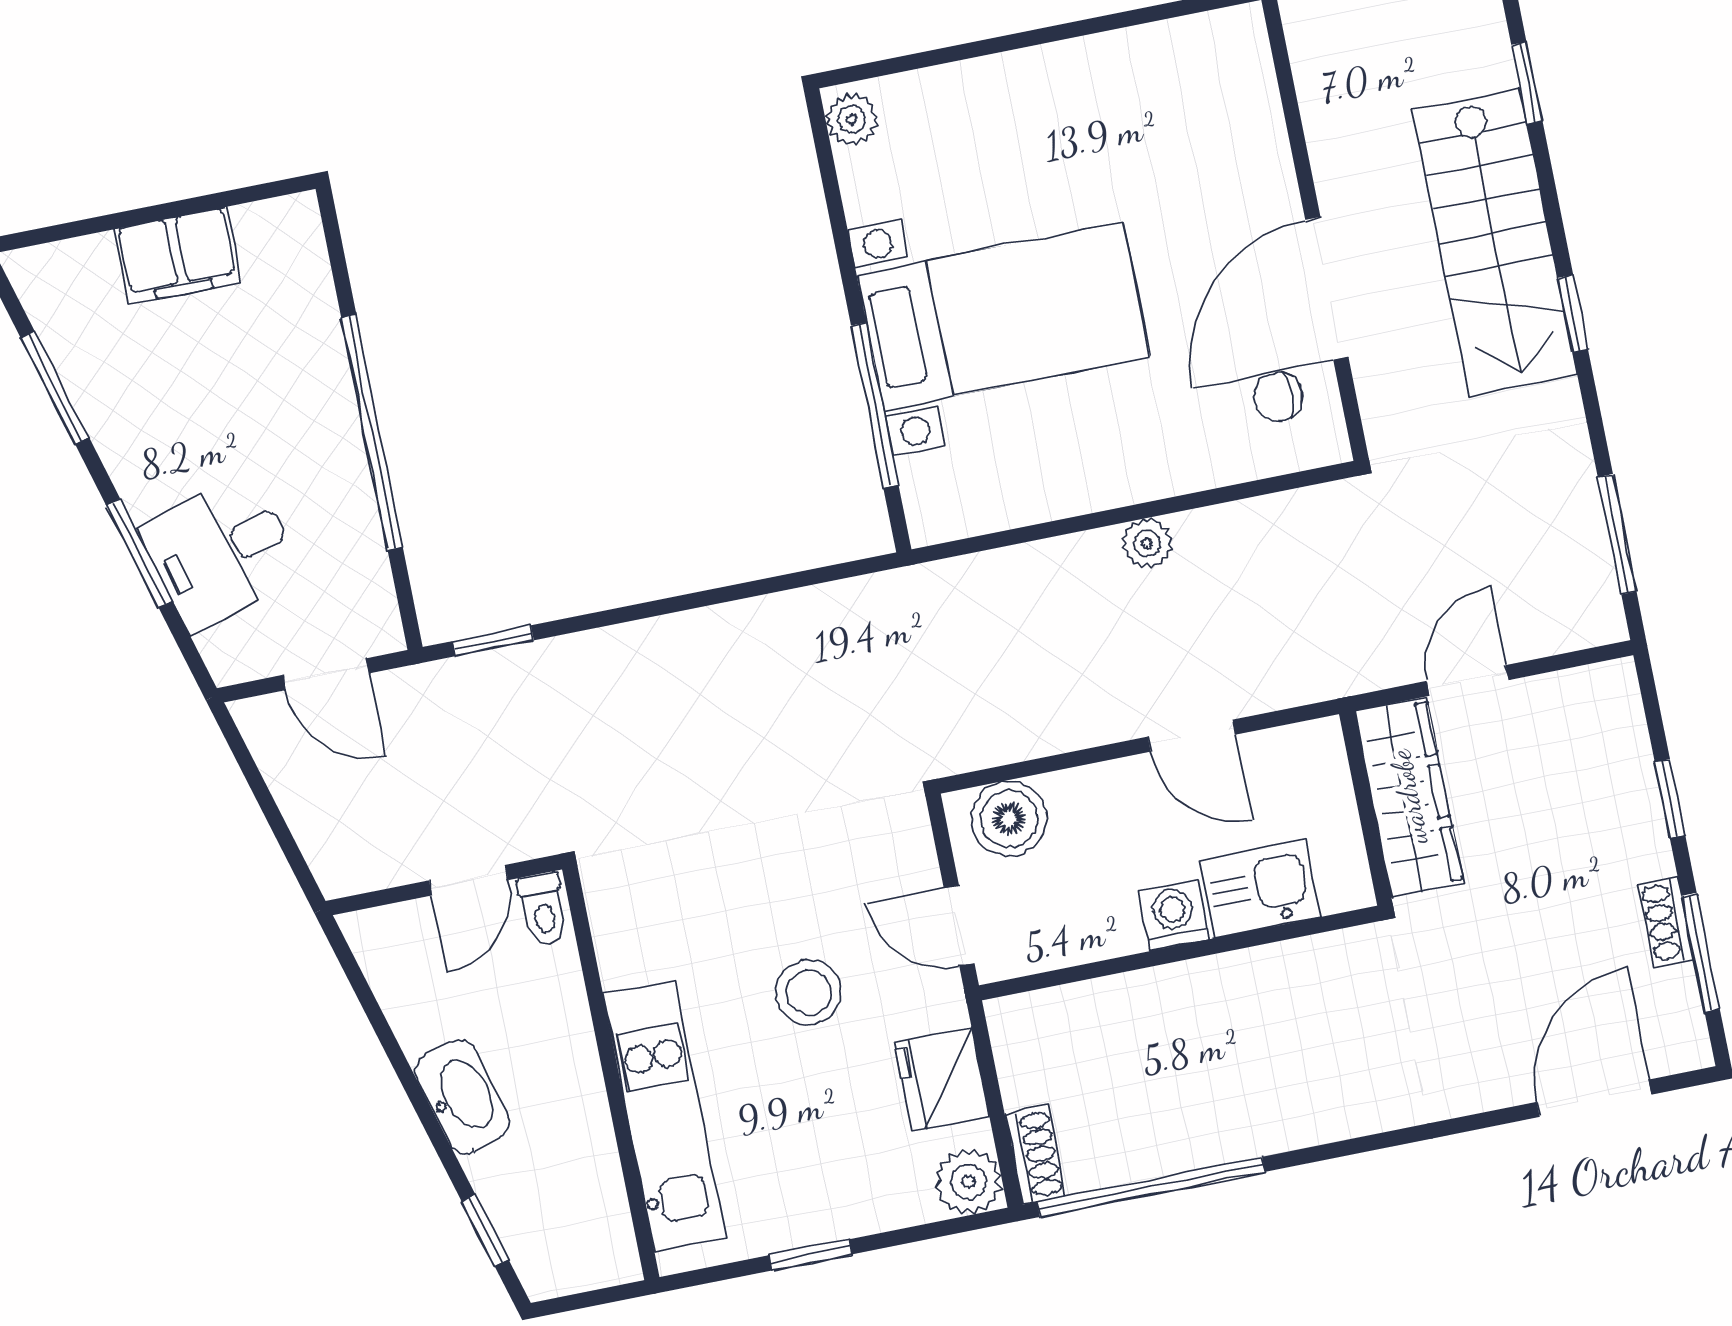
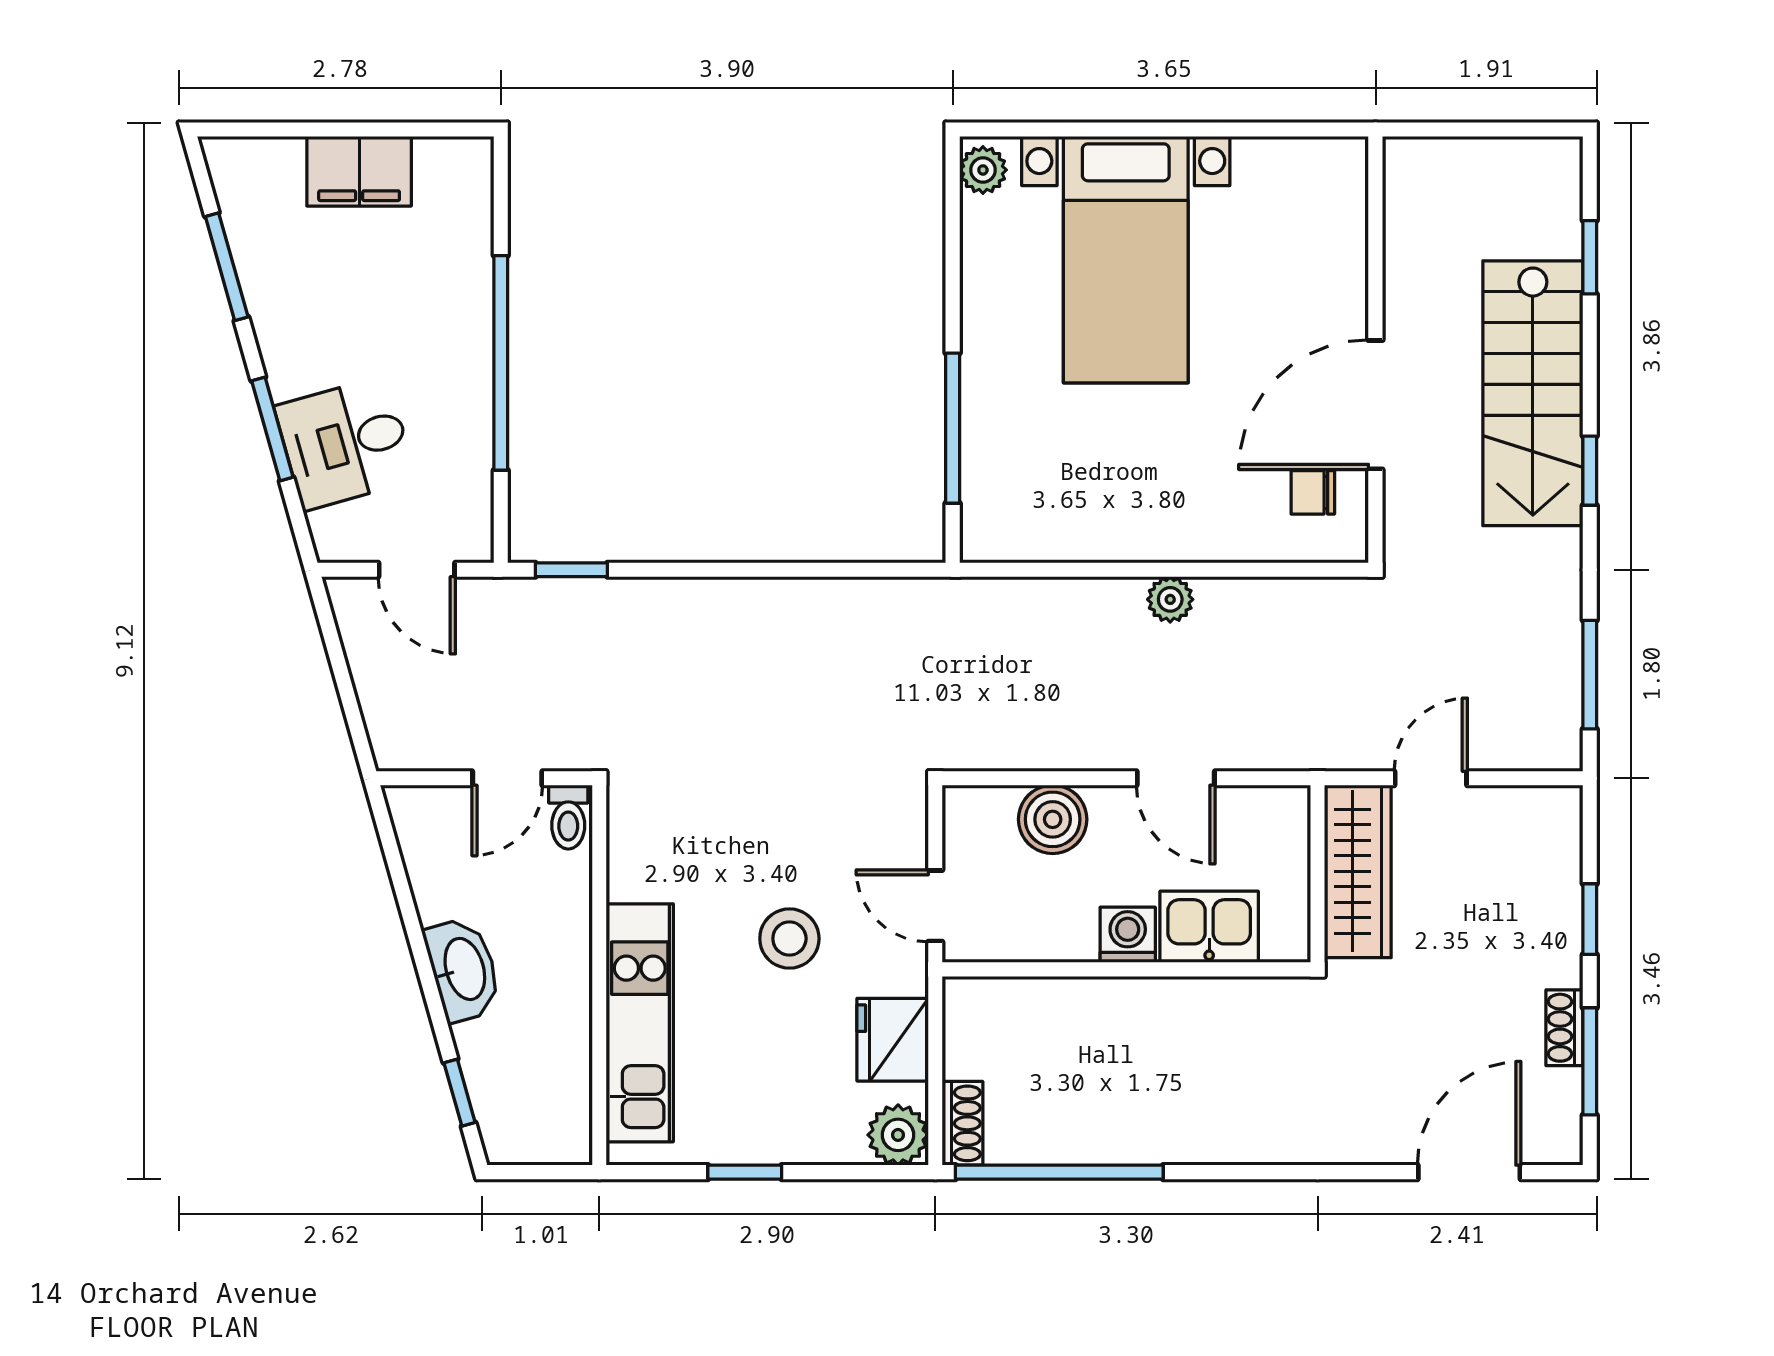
bed with nightstands: (1003, 316) -> (1126, 260), moved, turned 90
boiler: (1009, 818) -> (1053, 819), moved

